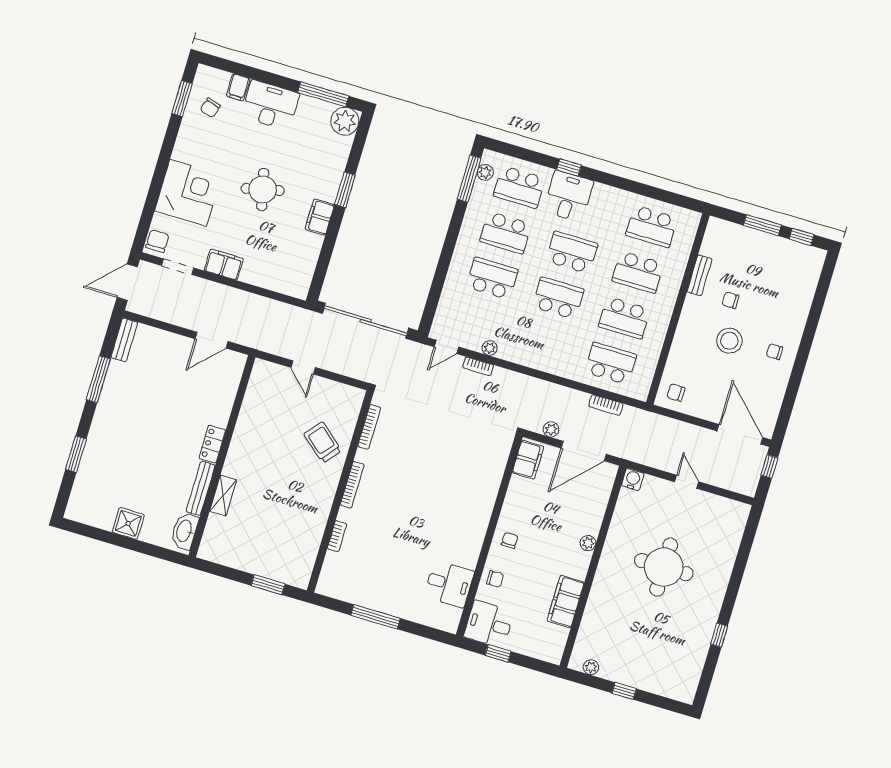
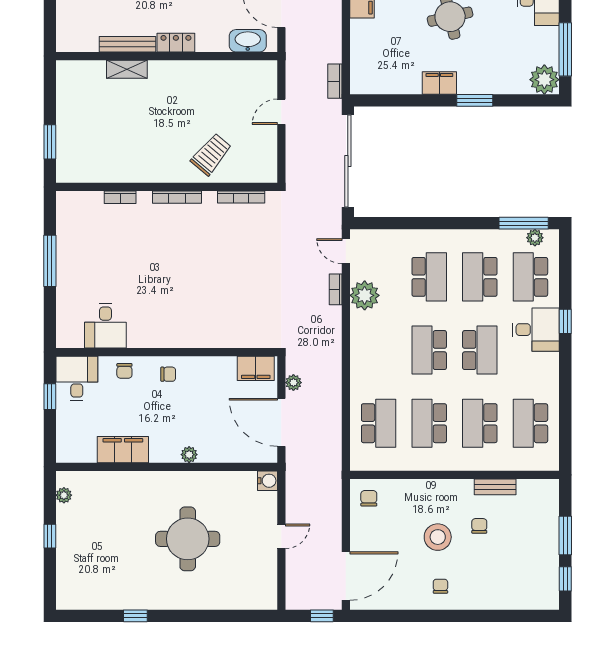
school desk: (558, 298) -> (429, 350), turned 180
plant: (490, 348) -> (365, 295), width x1.88, depth x1.88
bookcase: (606, 405) -> (335, 81), moved
washbasin: (185, 531) -> (248, 41), moved

